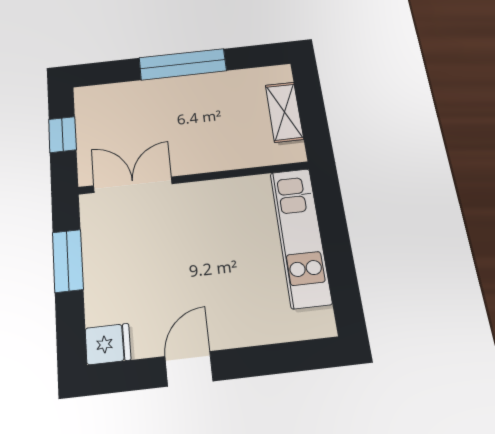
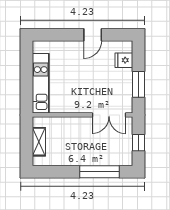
window: (183, 64) -> (99, 172), moved
fridge: (108, 344) -> (124, 60), moved

